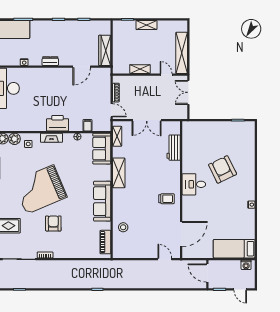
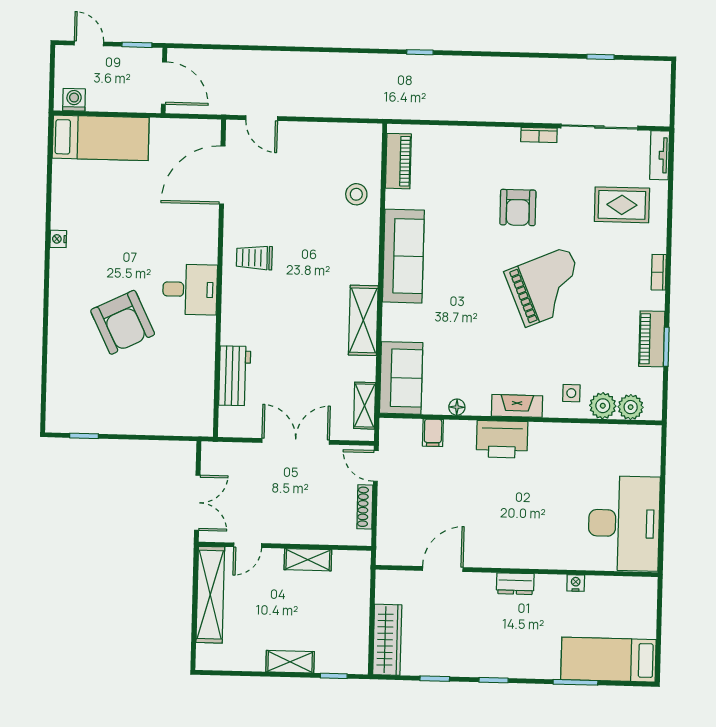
wardrobe: (105, 50) -> (387, 640), moved
door: (166, 75) -> (248, 545), hinge flipped
grand piano: (40, 189) -> (547, 287), width x0.73, depth x0.68

